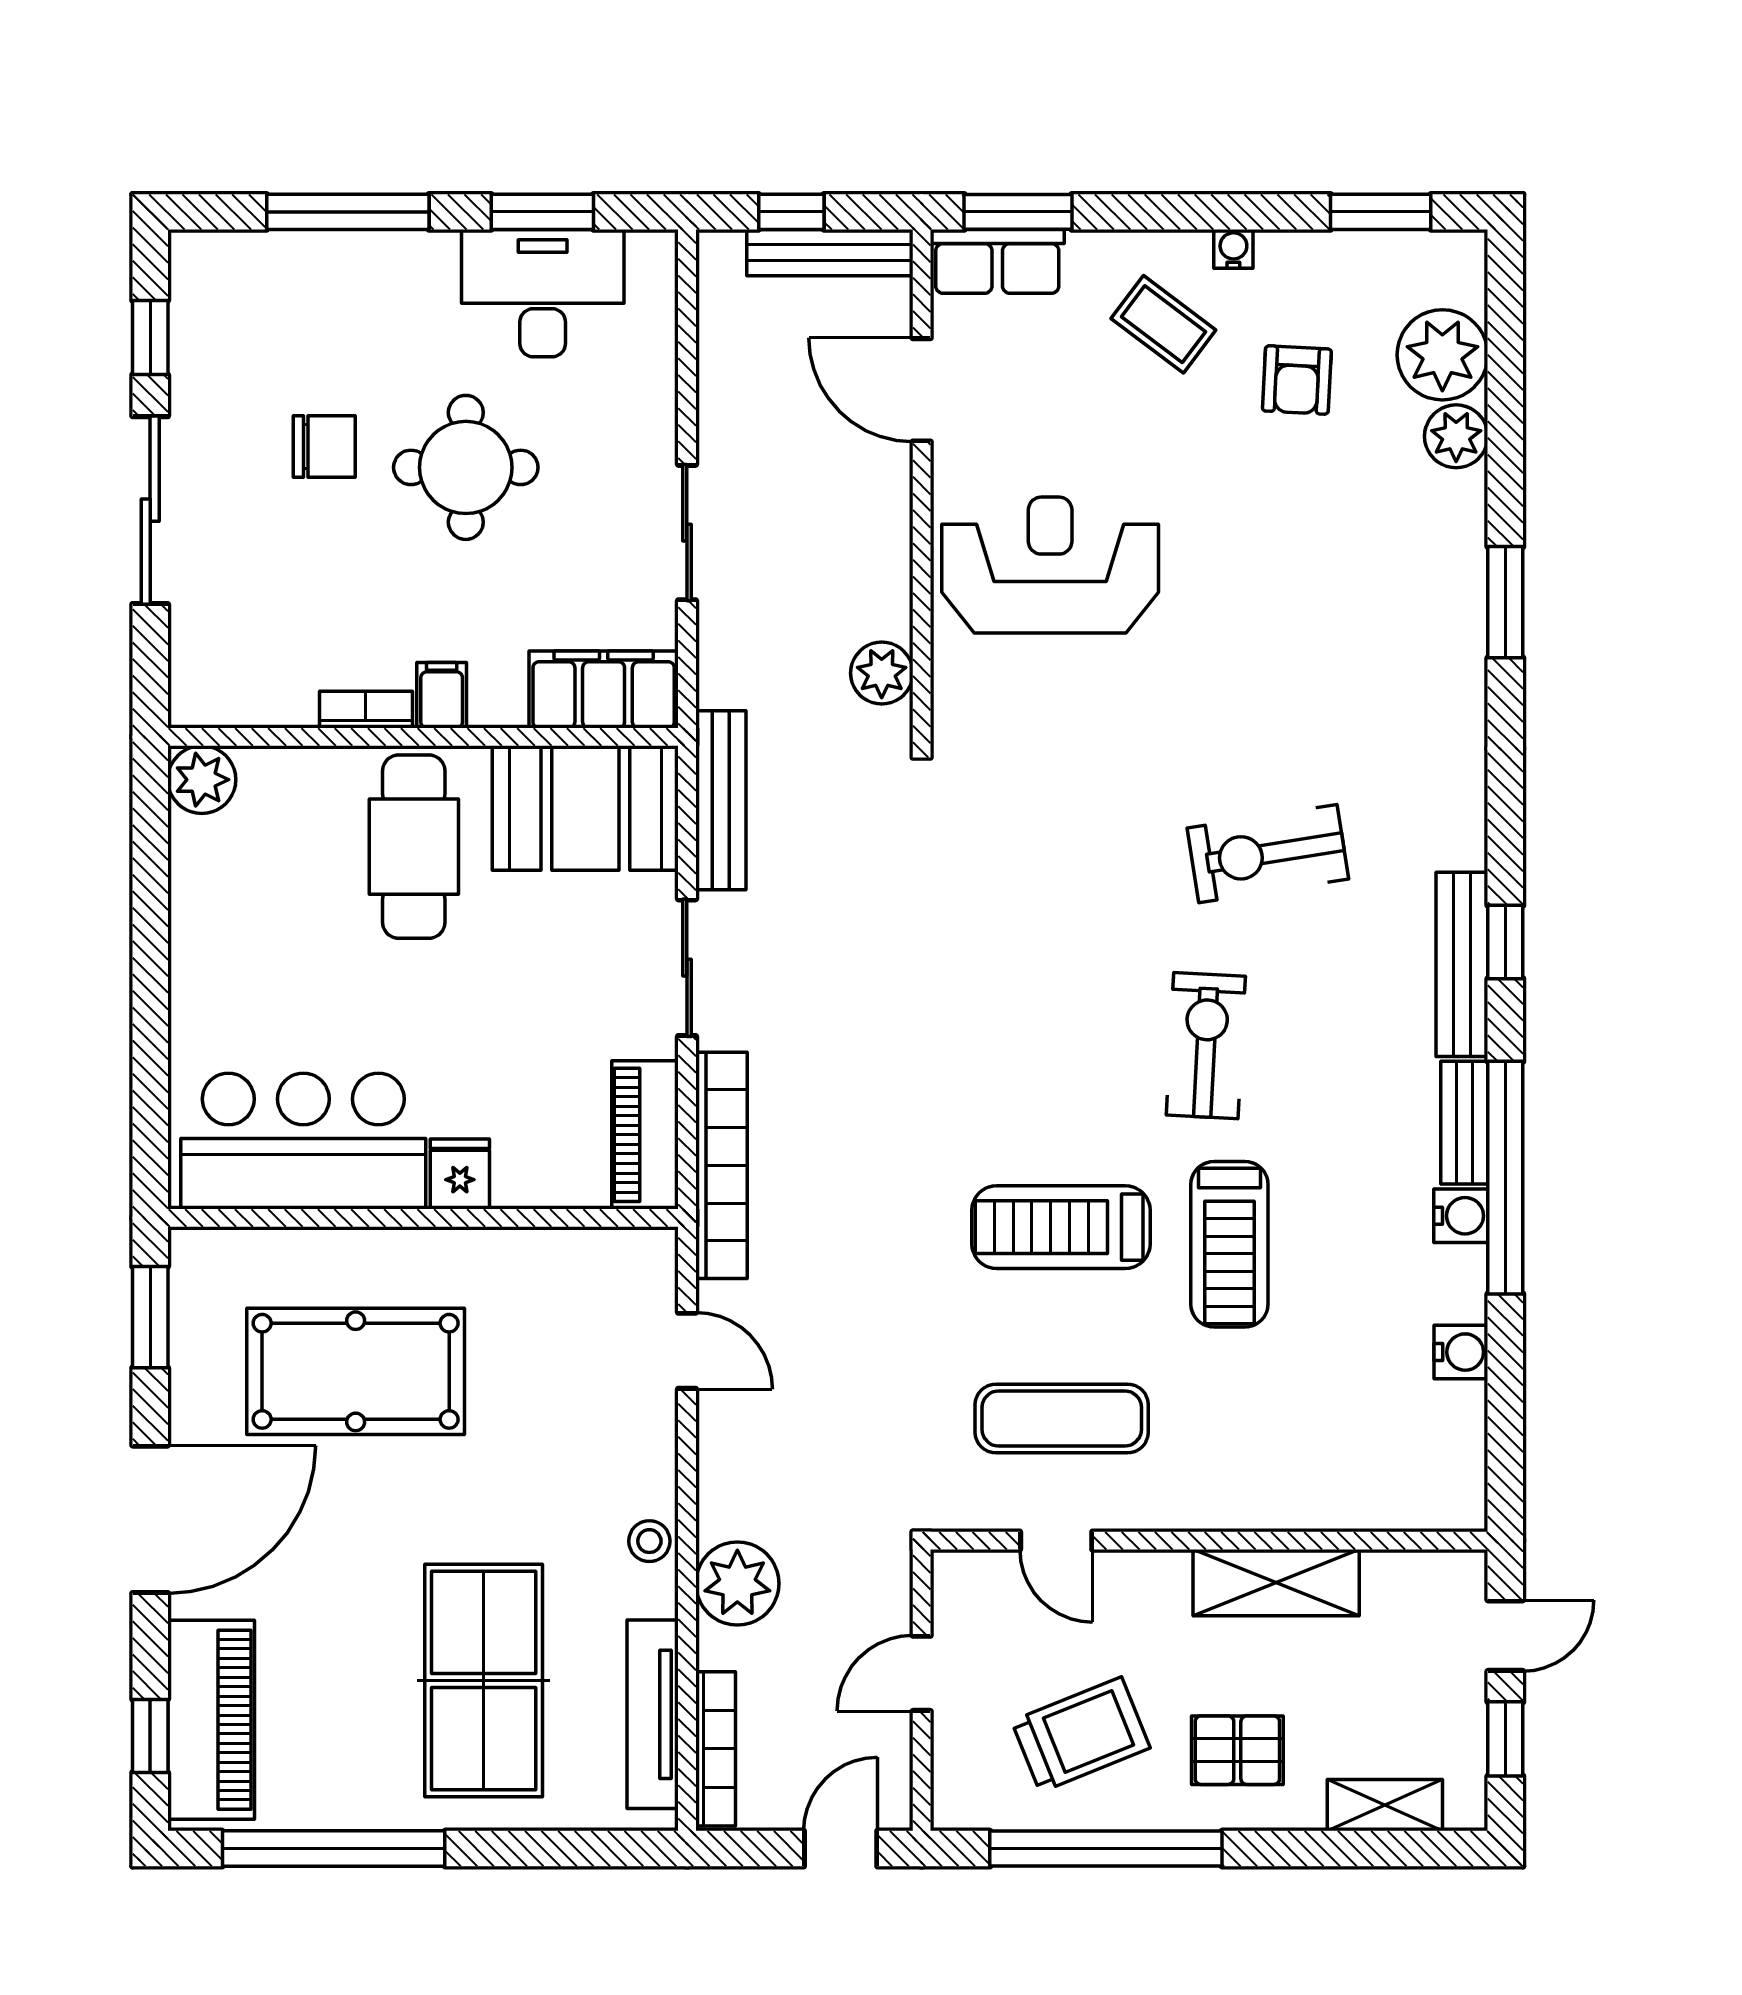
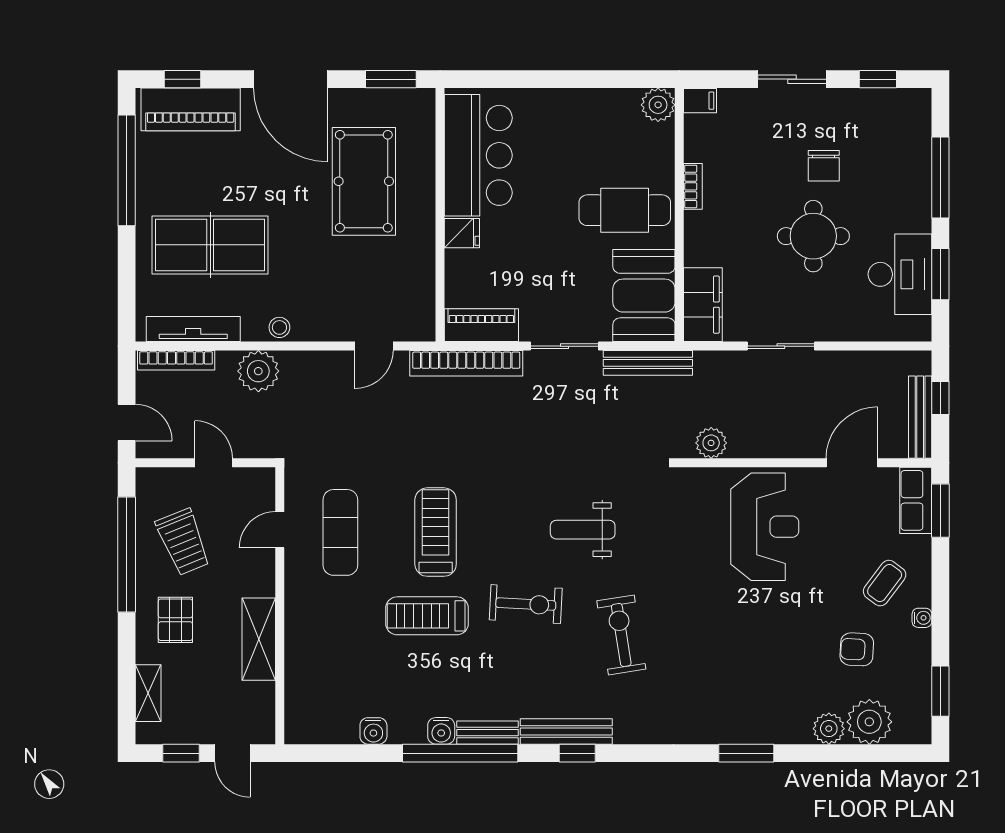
sliding door: (150, 510) -> (792, 79), width x0.73
filing cabinet: (442, 695) -> (700, 101), moved
weight bench: (1056, 931) -> (583, 530), added

